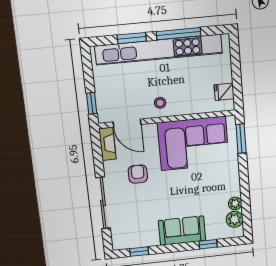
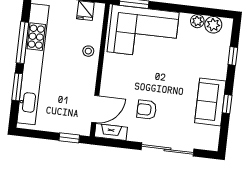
stool: (160, 103) -> (88, 51), moved
corner sofa: (193, 143) -> (143, 32), moved, turned 90
sofa: (182, 231) -> (210, 102), moved
window: (139, 252) -> (227, 104), moved

